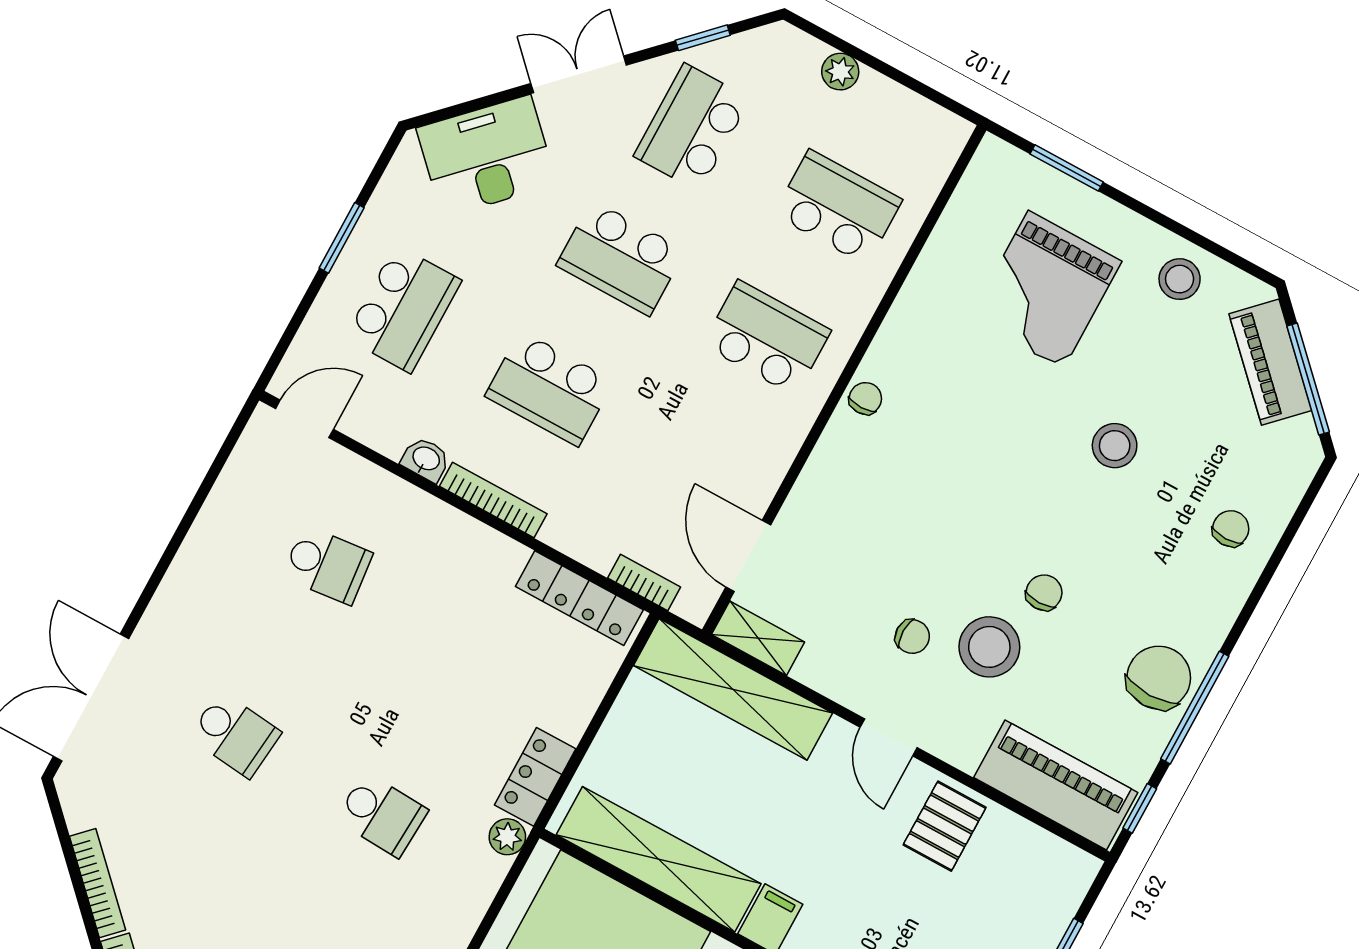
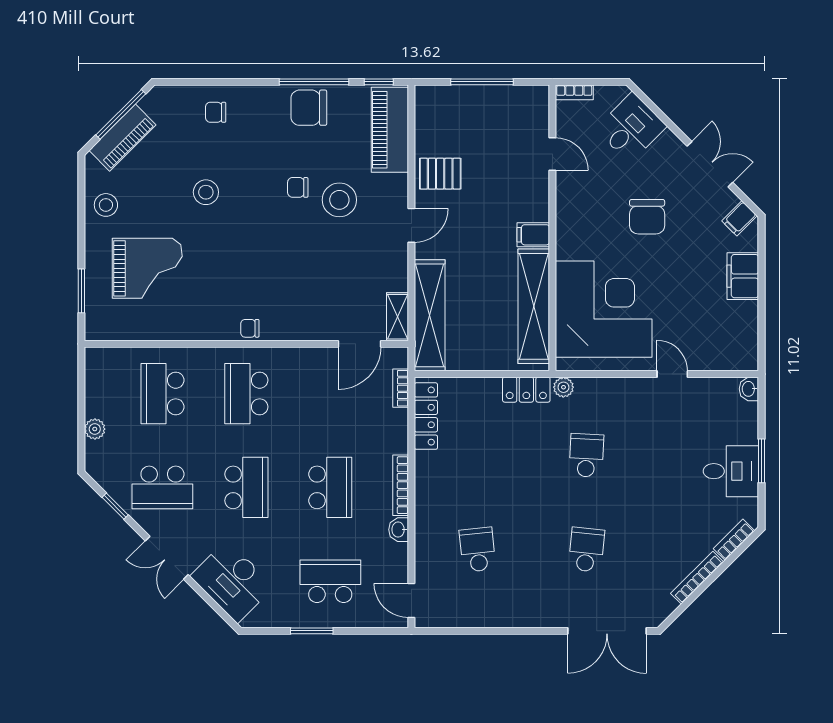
chair: (912, 637) -> (355, 241), removed

